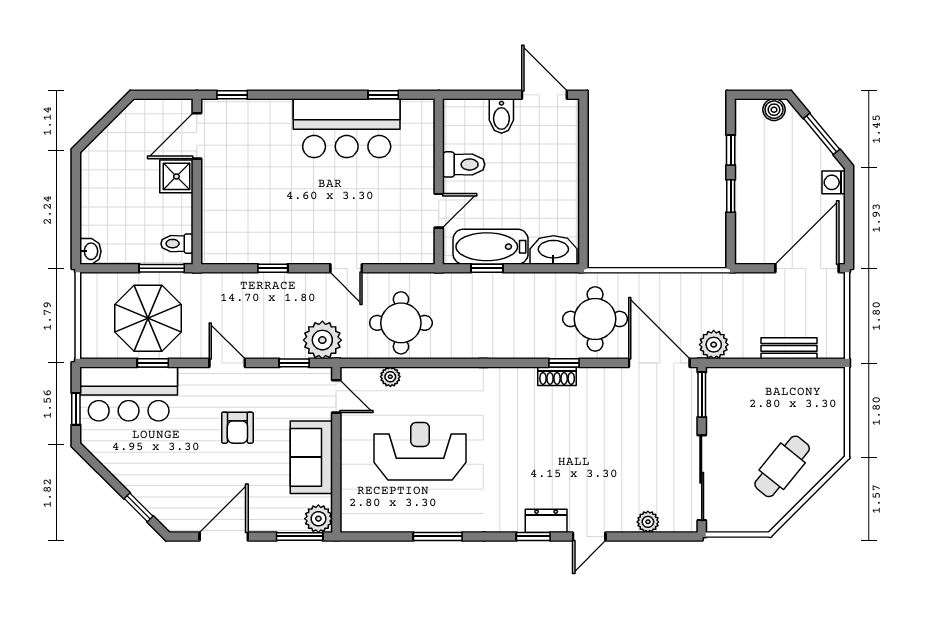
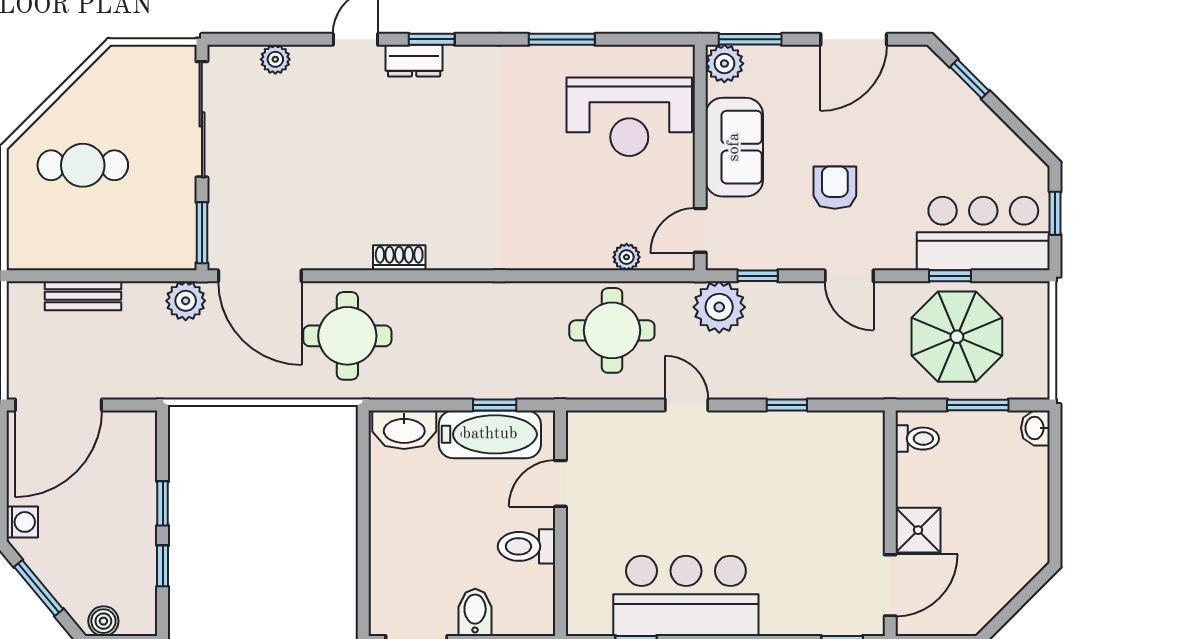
window: (162, 268) -> (978, 405), moved
window: (564, 363) -> (390, 276), removed
door: (336, 396) -> (700, 230), hinge flipped
reception desk: (420, 451) -> (629, 117), moved
cafe table: (782, 466) -> (83, 165), moved, turned 51

